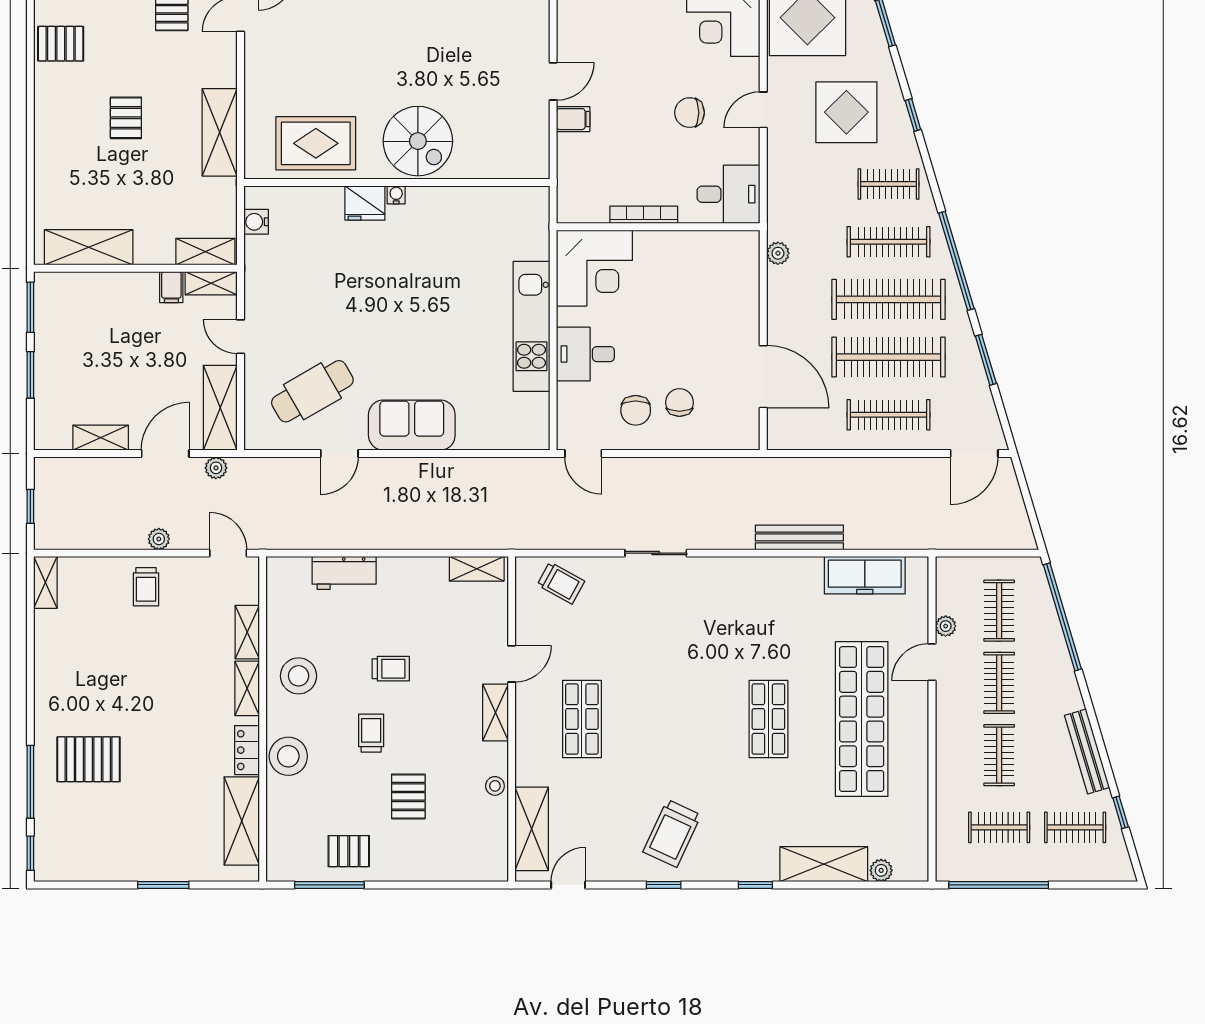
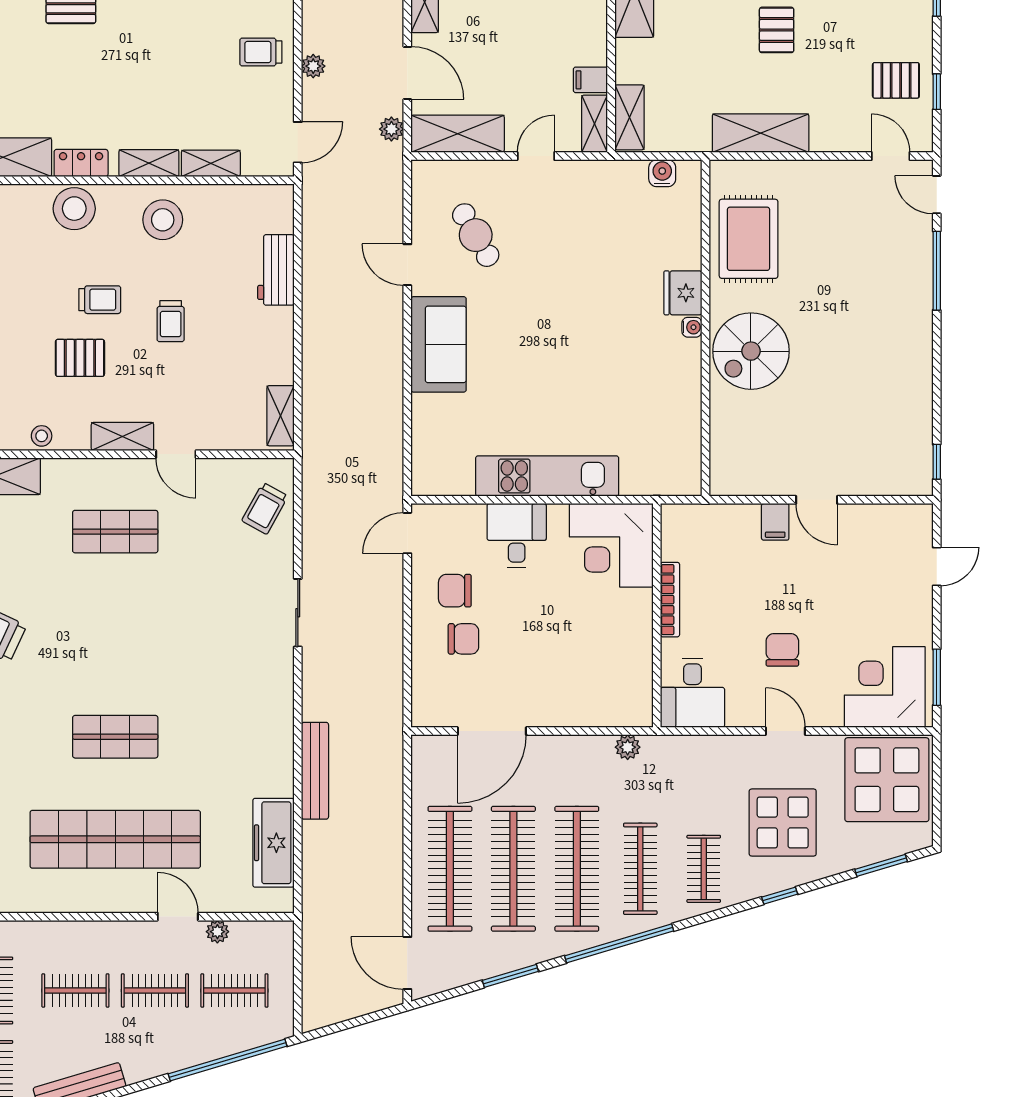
pallet: (126, 118) -> (777, 30), turned 90
cafe table: (312, 391) -> (476, 235), width x0.73, depth x0.74
clothes rail: (888, 415) -> (450, 869), width x1.37, depth x1.31
pallet: (408, 796) -> (80, 358), moved

